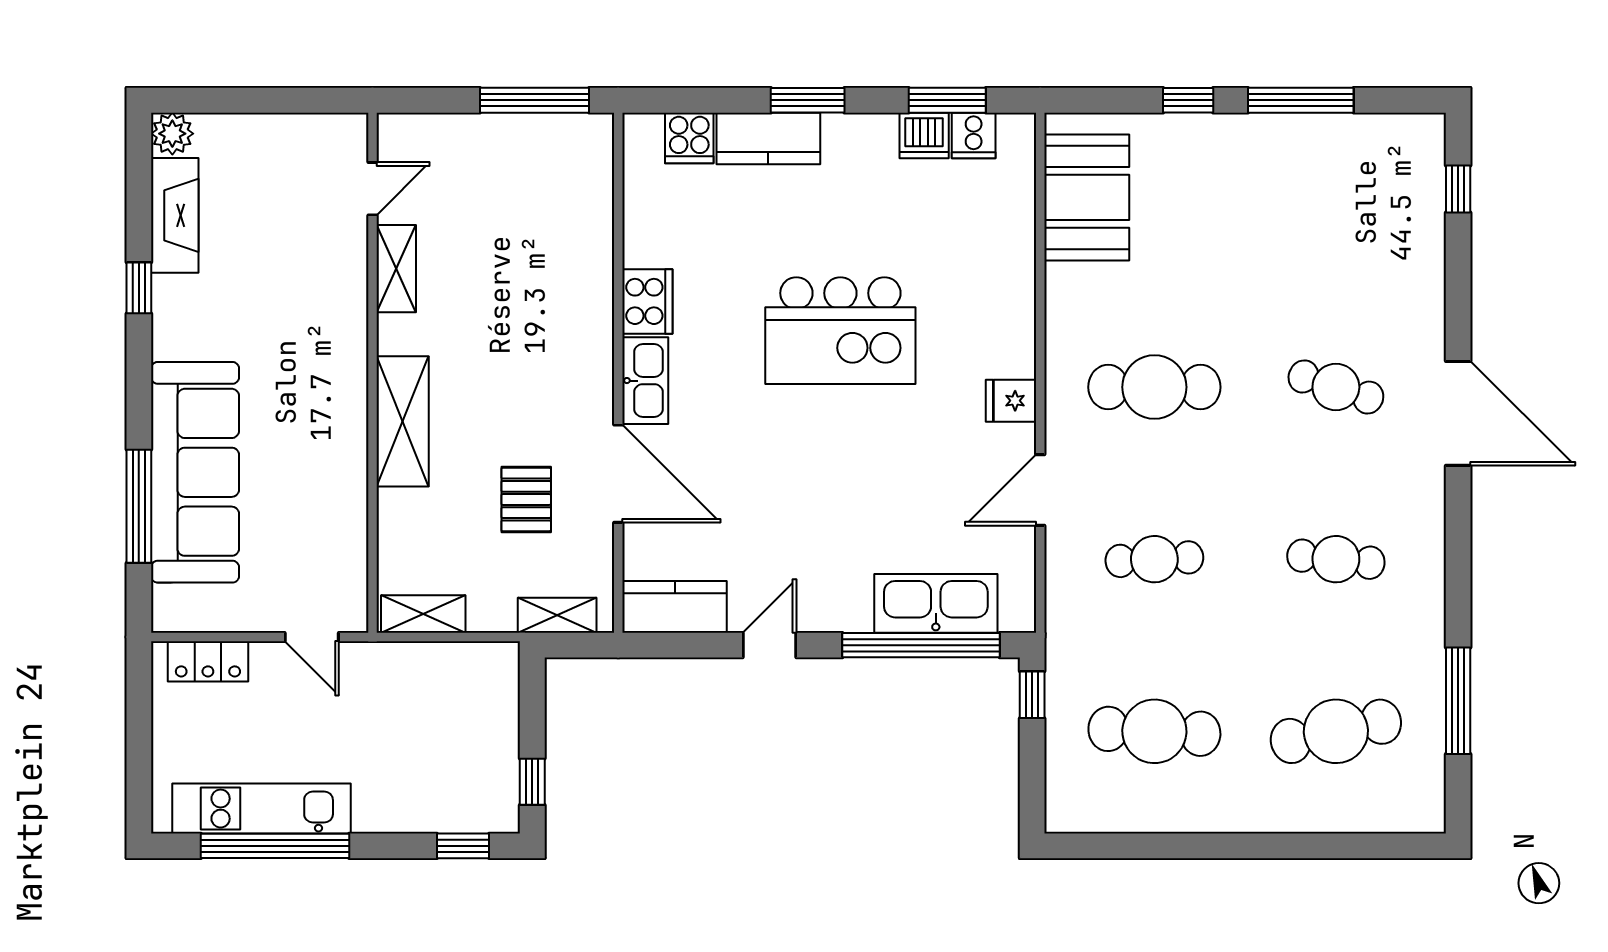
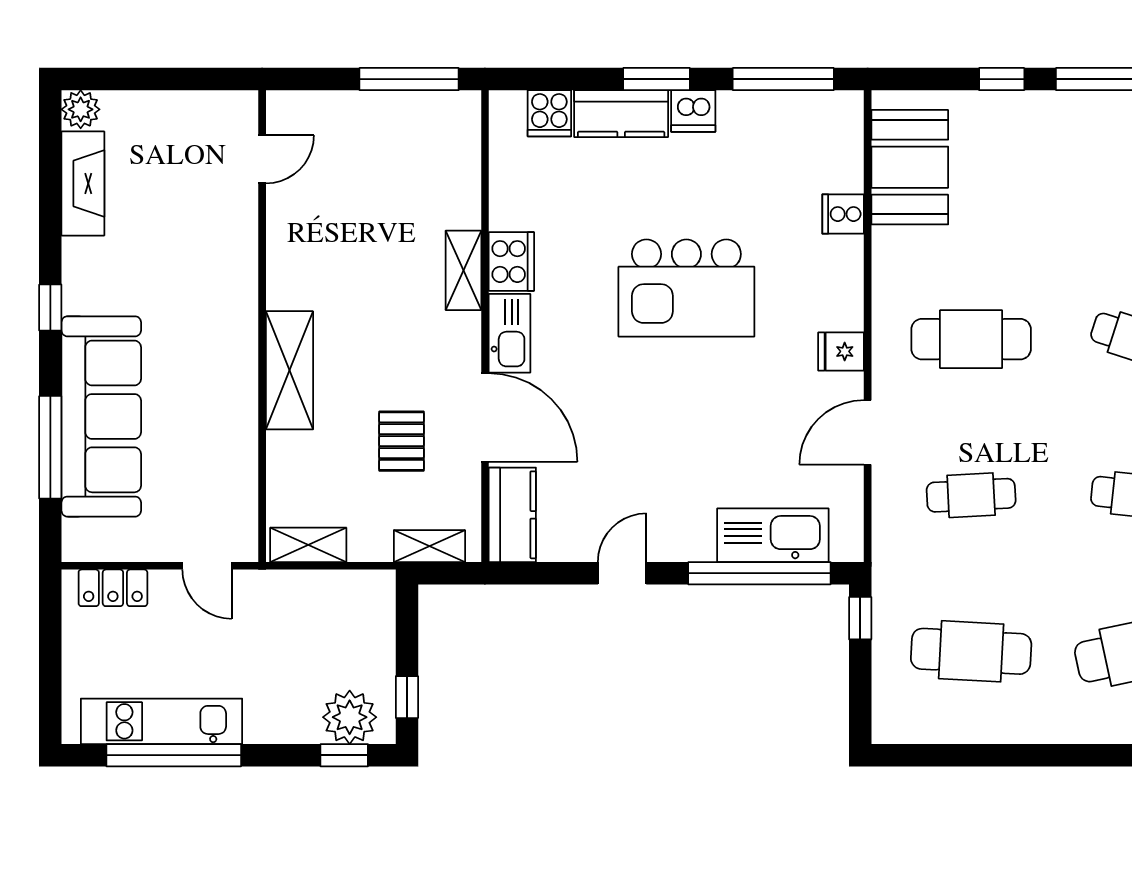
window: (947, 100) -> (783, 79), width x1.44
dishwasher: (924, 135) -> (693, 111), moved
cooker: (974, 135) -> (843, 214), moved, turned 90
shelving: (396, 269) -> (463, 270), moved
window: (139, 288) -> (50, 308), moved
kitchen counter: (675, 607) -> (512, 515), moved, turned 90
plant: (469, 804) -> (350, 717), added

